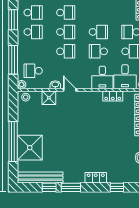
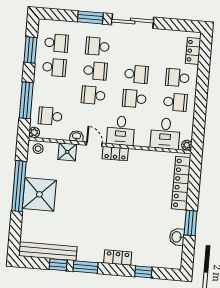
school desk: (66, 13) -> (97, 46), turned 180
school desk: (66, 51) -> (93, 95), turned 180
desk: (102, 77) -> (121, 131), moved
locker: (113, 96) -> (115, 154), moved
window: (13, 142) -> (19, 186), moved
shower: (30, 148) -> (39, 194), moved

